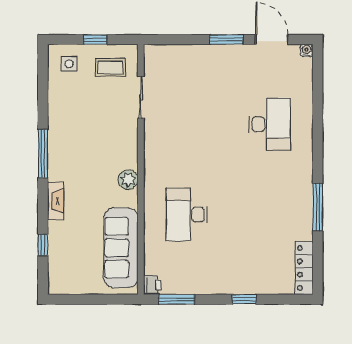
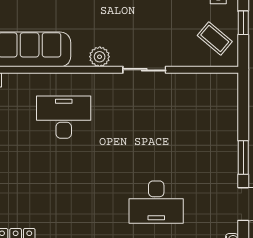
coffee table: (110, 67) -> (215, 38), turned -50
sliding door: (141, 97) -> (144, 70), moved

